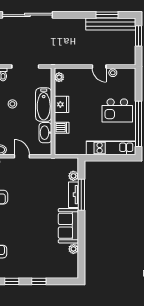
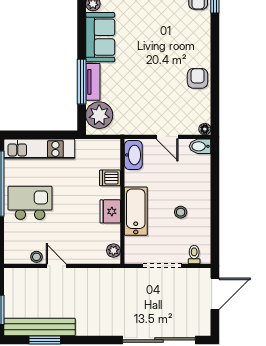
washbasin: (45, 133) -> (133, 155), moved
plant: (73, 176) -> (99, 115), width x1.88, depth x1.88

